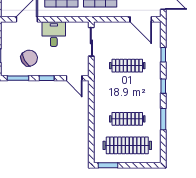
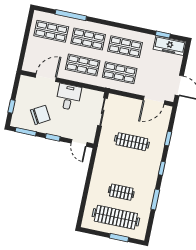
door: (141, 19) -> (154, 100), hinge flipped
clothes rail: (127, 119) -> (121, 192), width x0.73
window: (108, 165) -> (119, 238), moved

